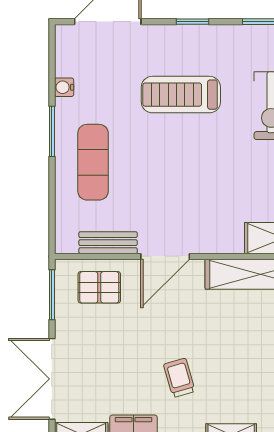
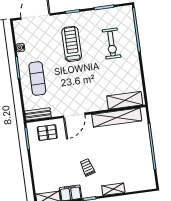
treadmill: (181, 95) -> (72, 44), turned 90
bench: (108, 243) -> (38, 114), moved
double door: (52, 379) -> (32, 175), removed

